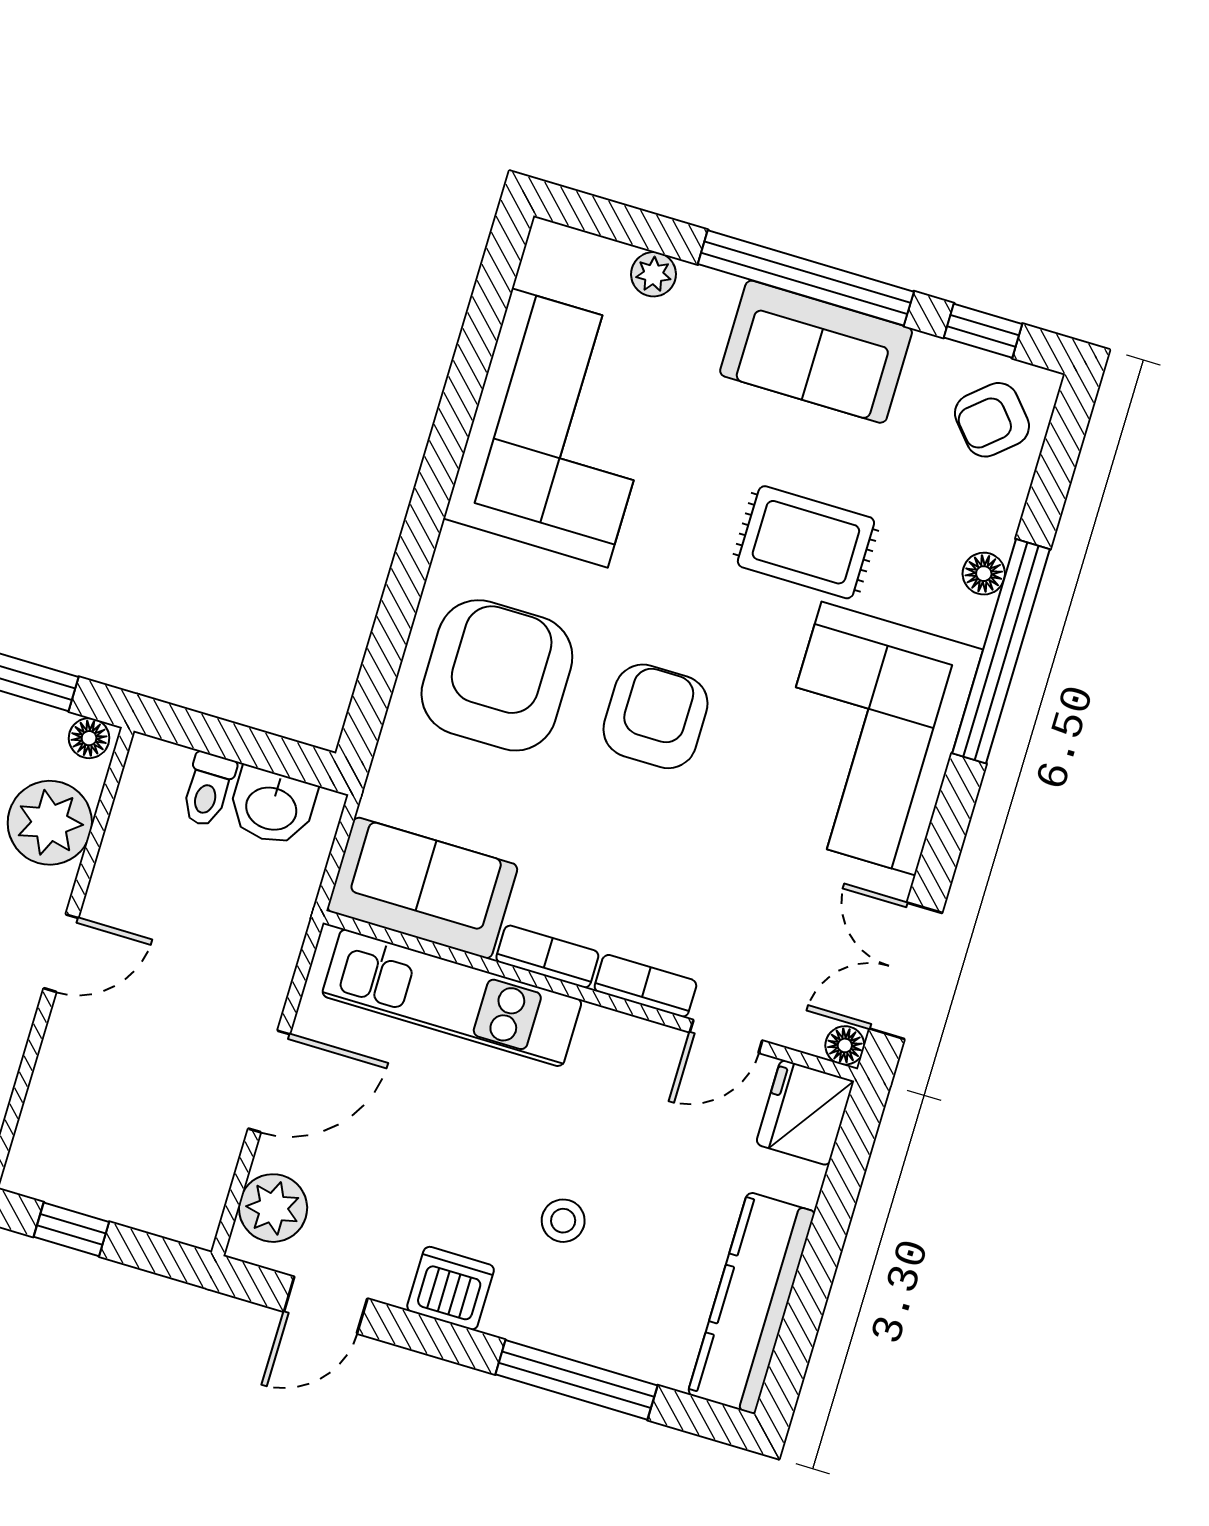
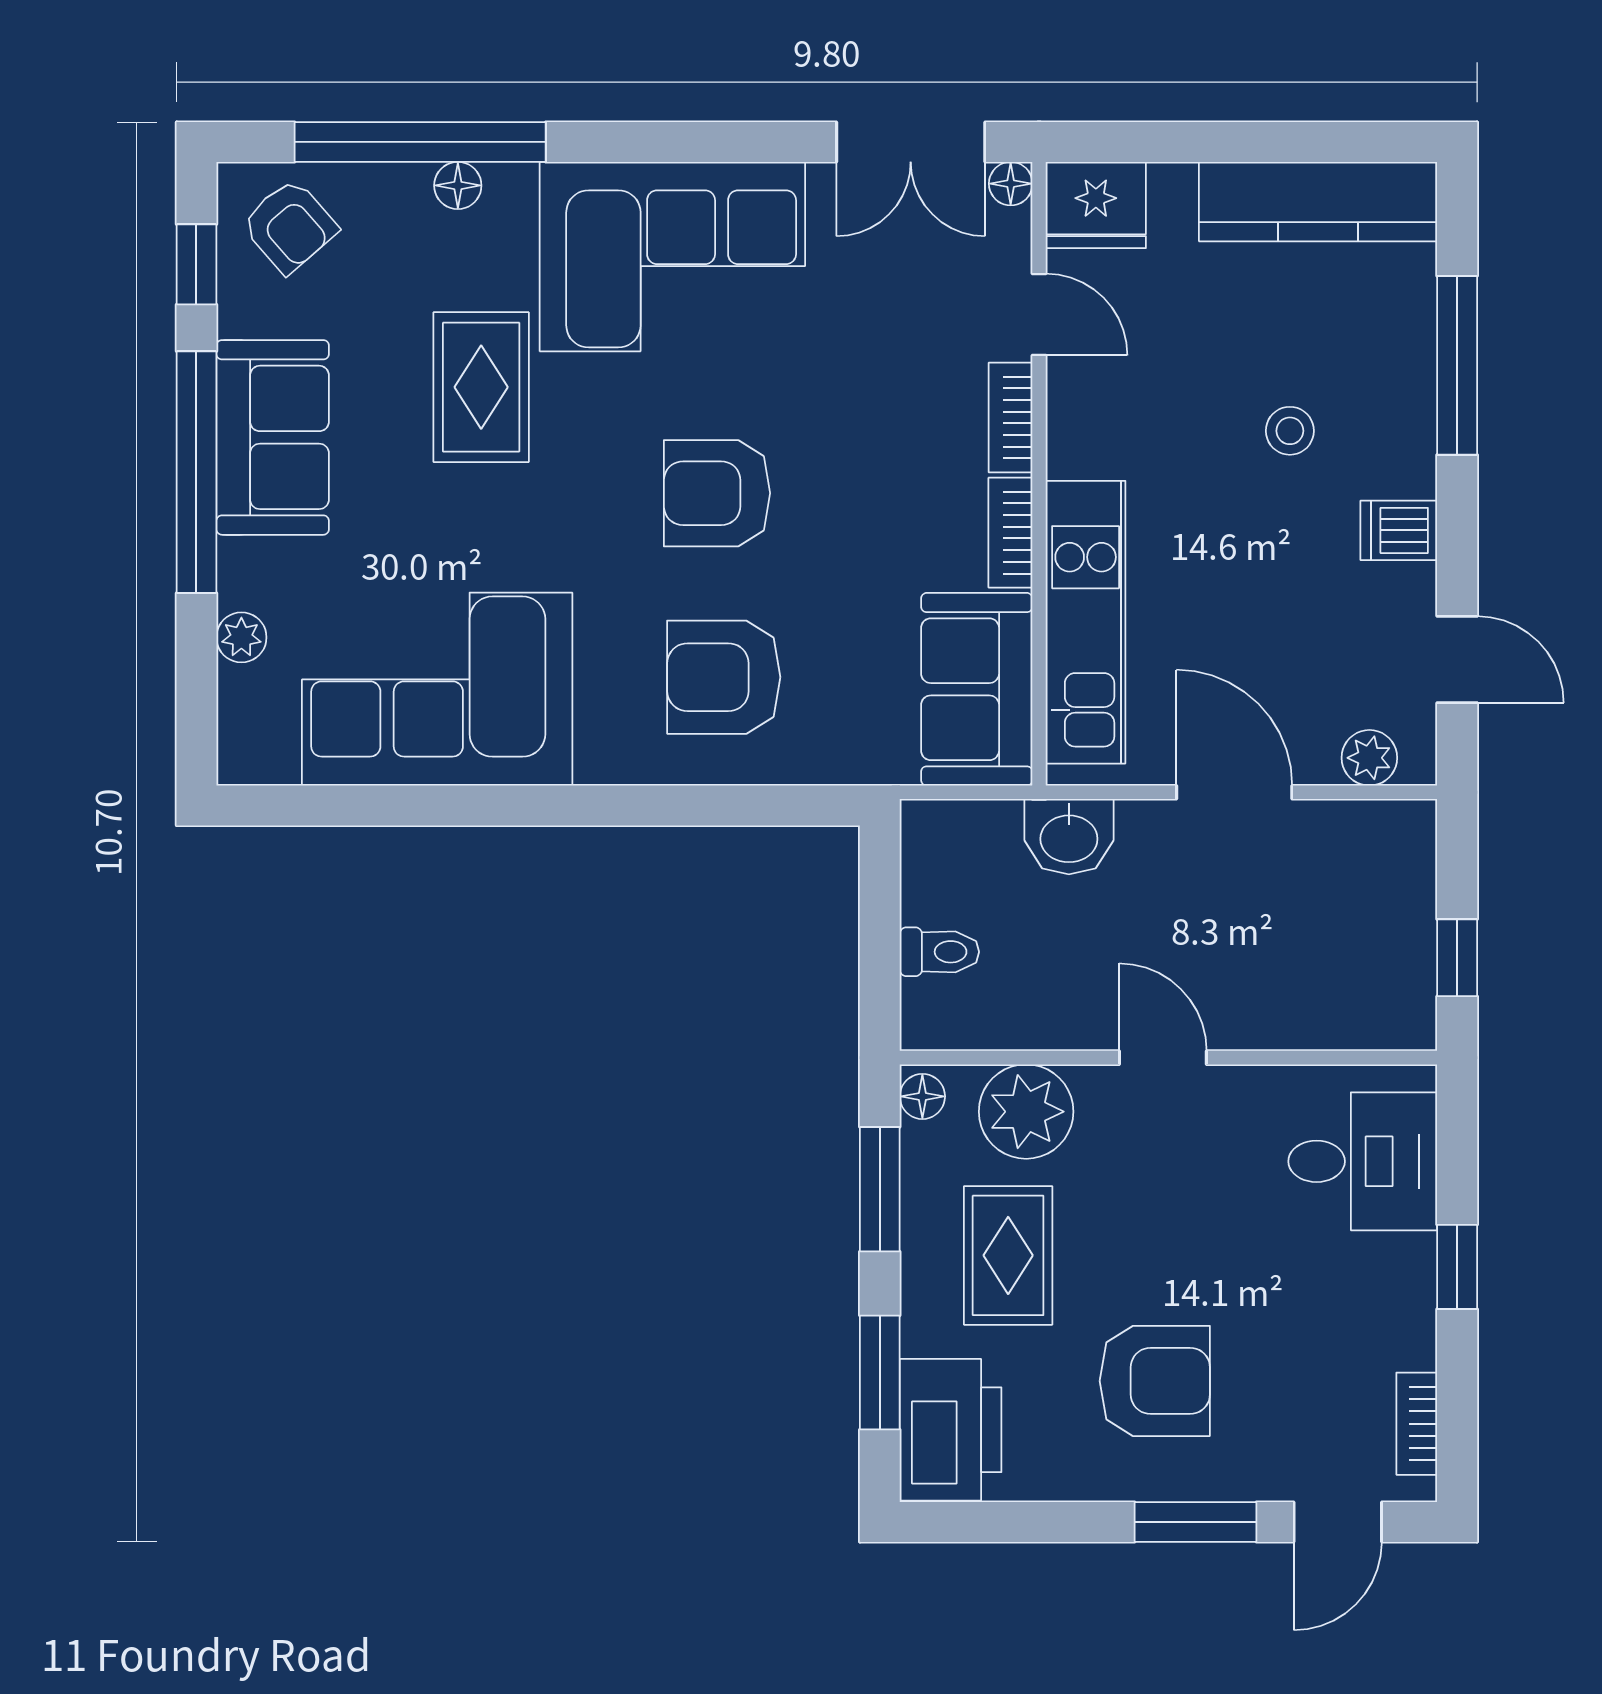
window: (1001, 651) -> (420, 142), moved
armchair: (497, 675) -> (724, 677), width x0.73, depth x0.73
washbasin: (272, 807) -> (1069, 837), moved, turned 90
plant: (273, 1208) -> (1369, 758), width x0.73, depth x0.73
dishwasher: (451, 1288) -> (1399, 530), width x0.73

